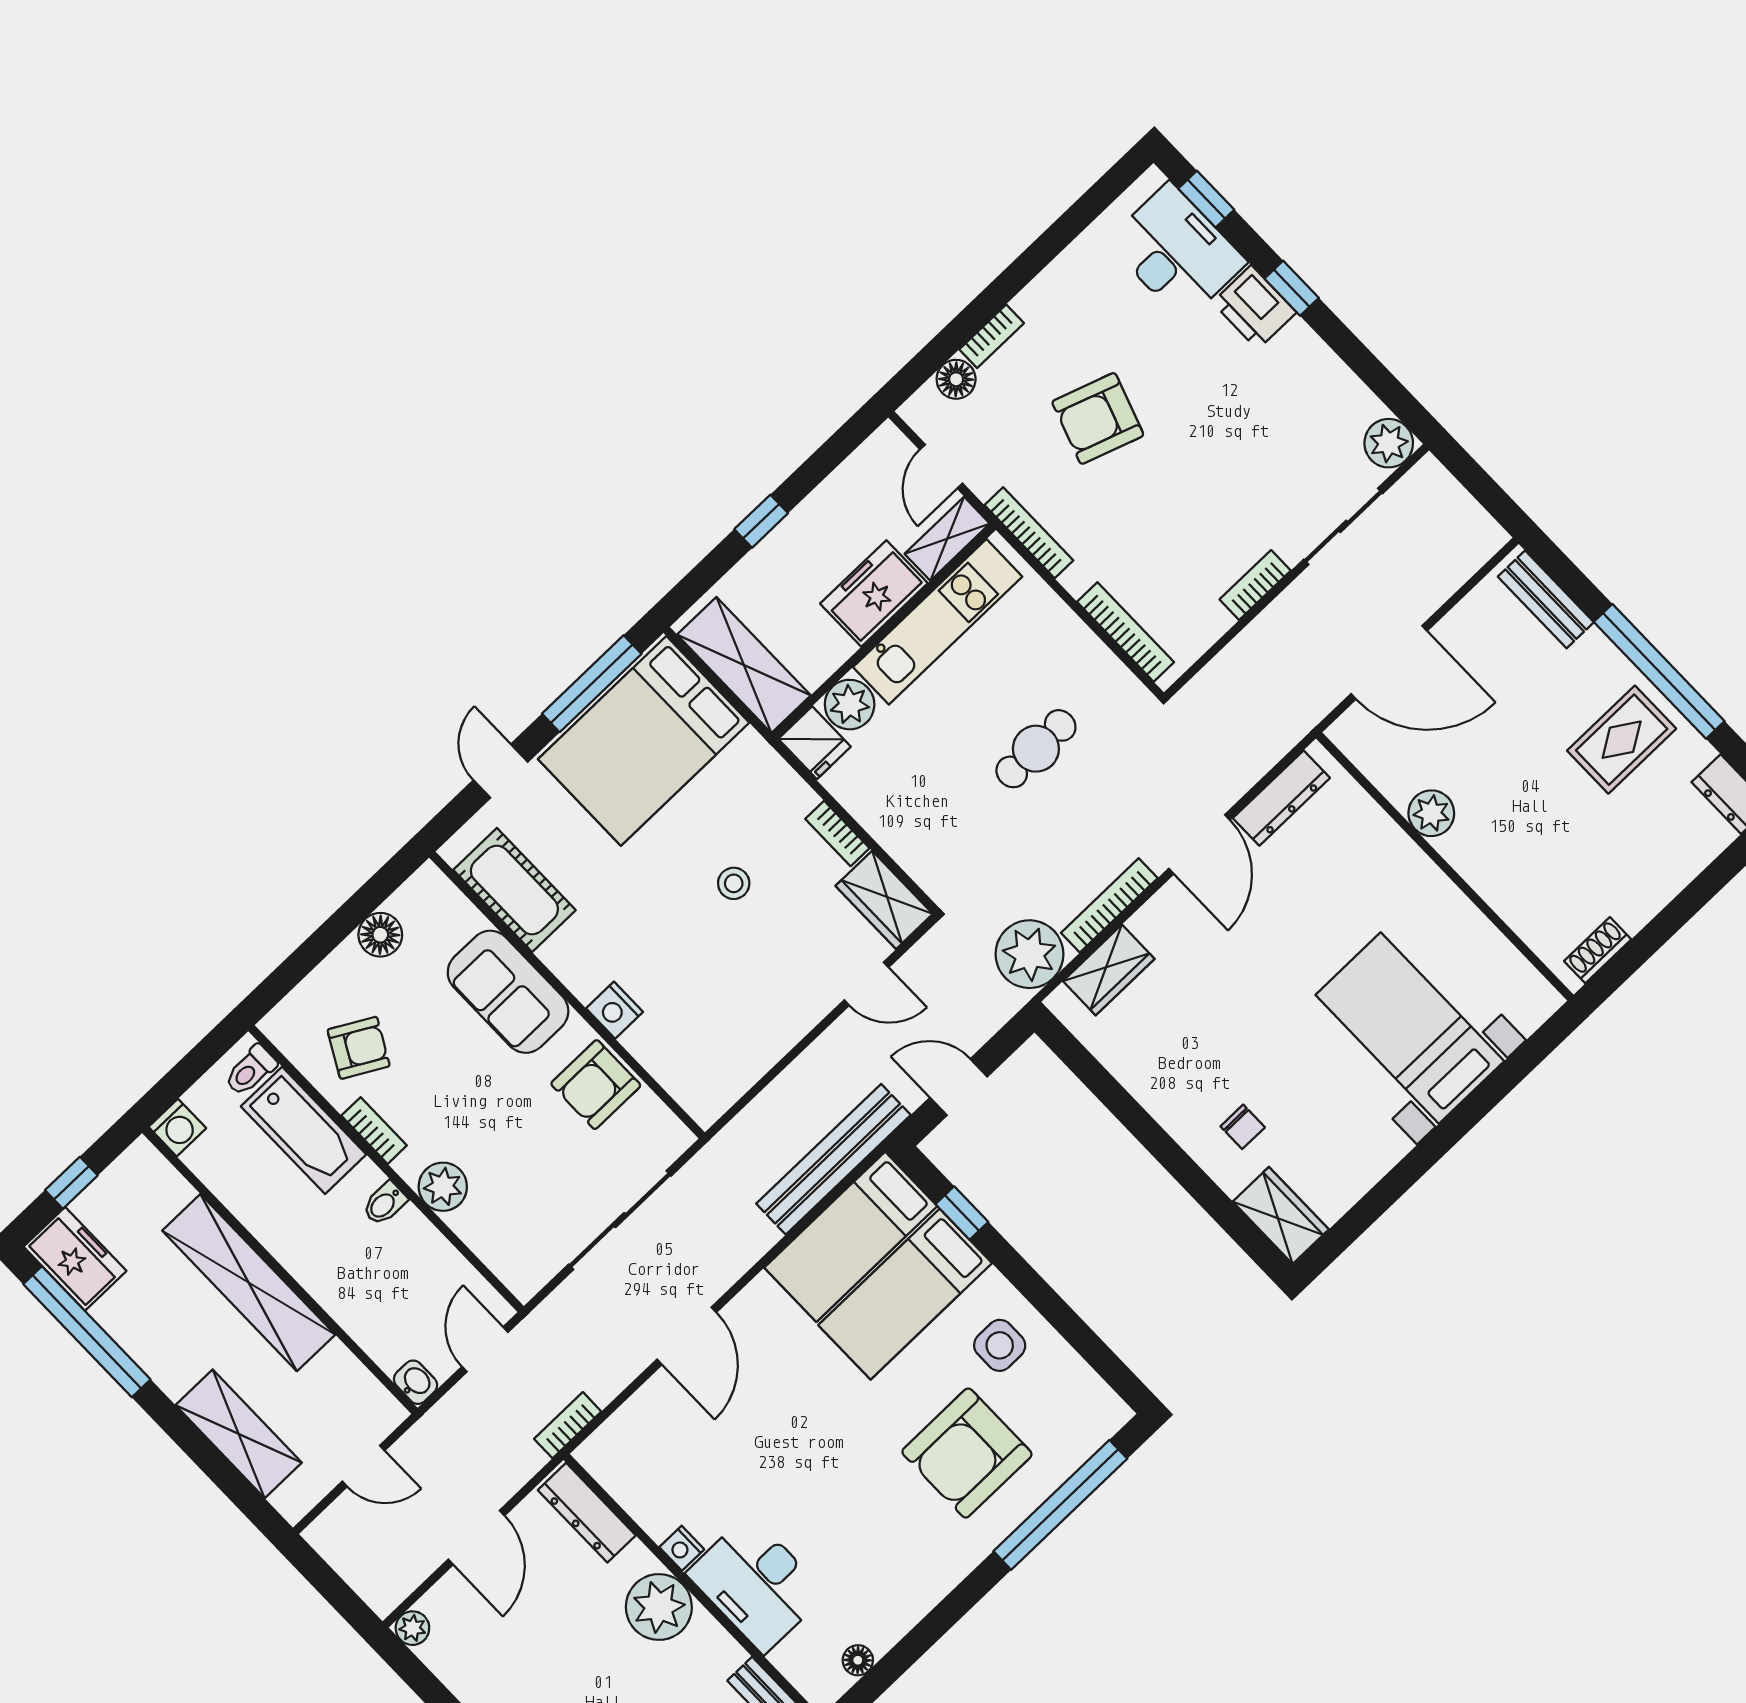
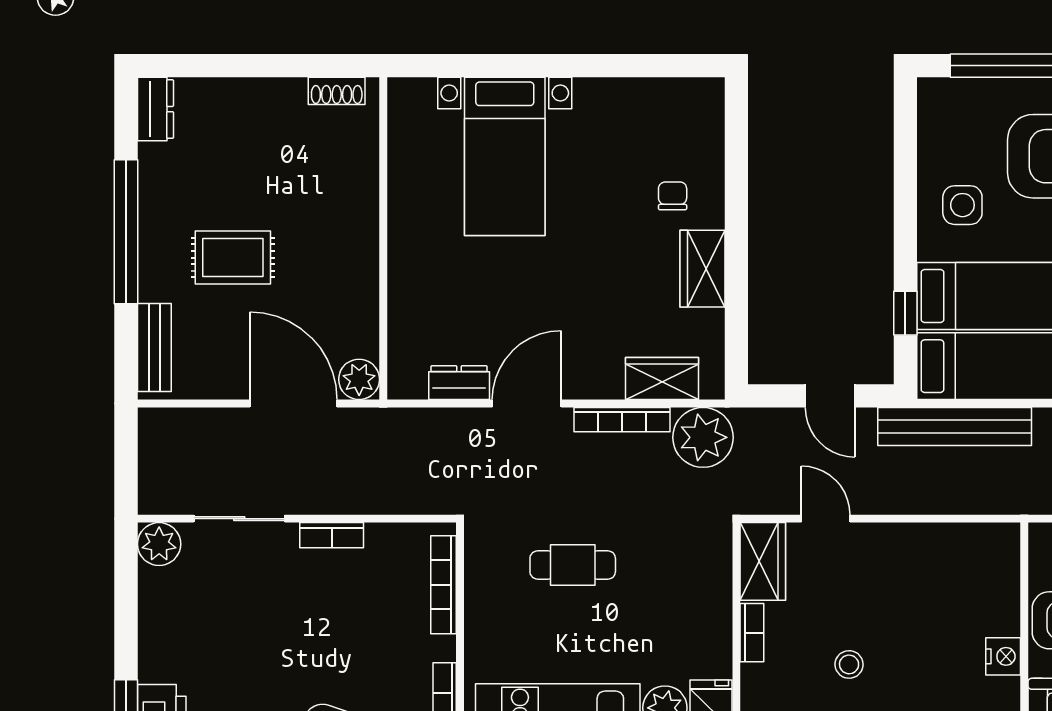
rug: (1622, 740) -> (233, 258), moved
dresser: (1281, 798) -> (459, 383), width x0.70
plant: (1431, 813) -> (359, 379), moved
wardrobe: (1281, 1215) -> (703, 269), moved

